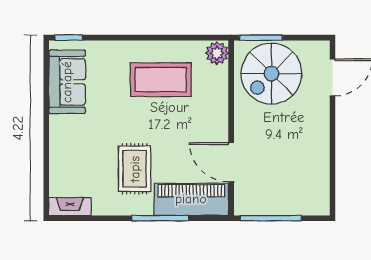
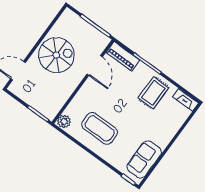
spiral stairs: (271, 74) -> (56, 55), moved
rug: (135, 169) -> (153, 93), moved
piano: (191, 199) -> (123, 56), width x0.73, depth x0.75

